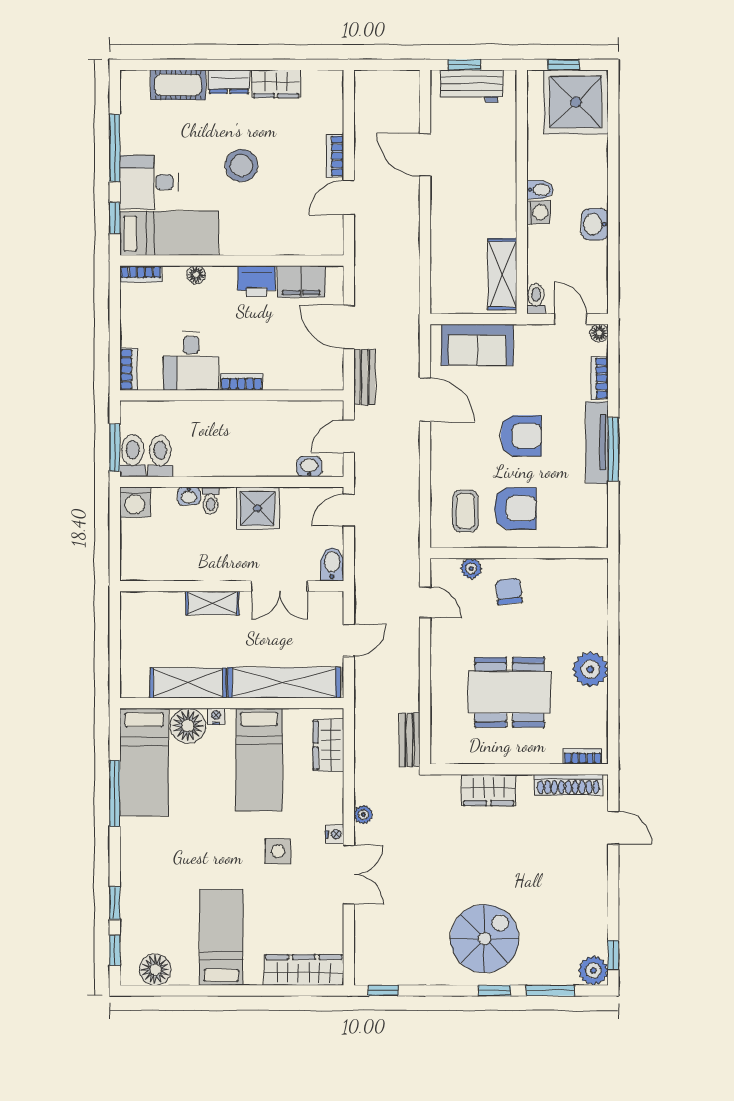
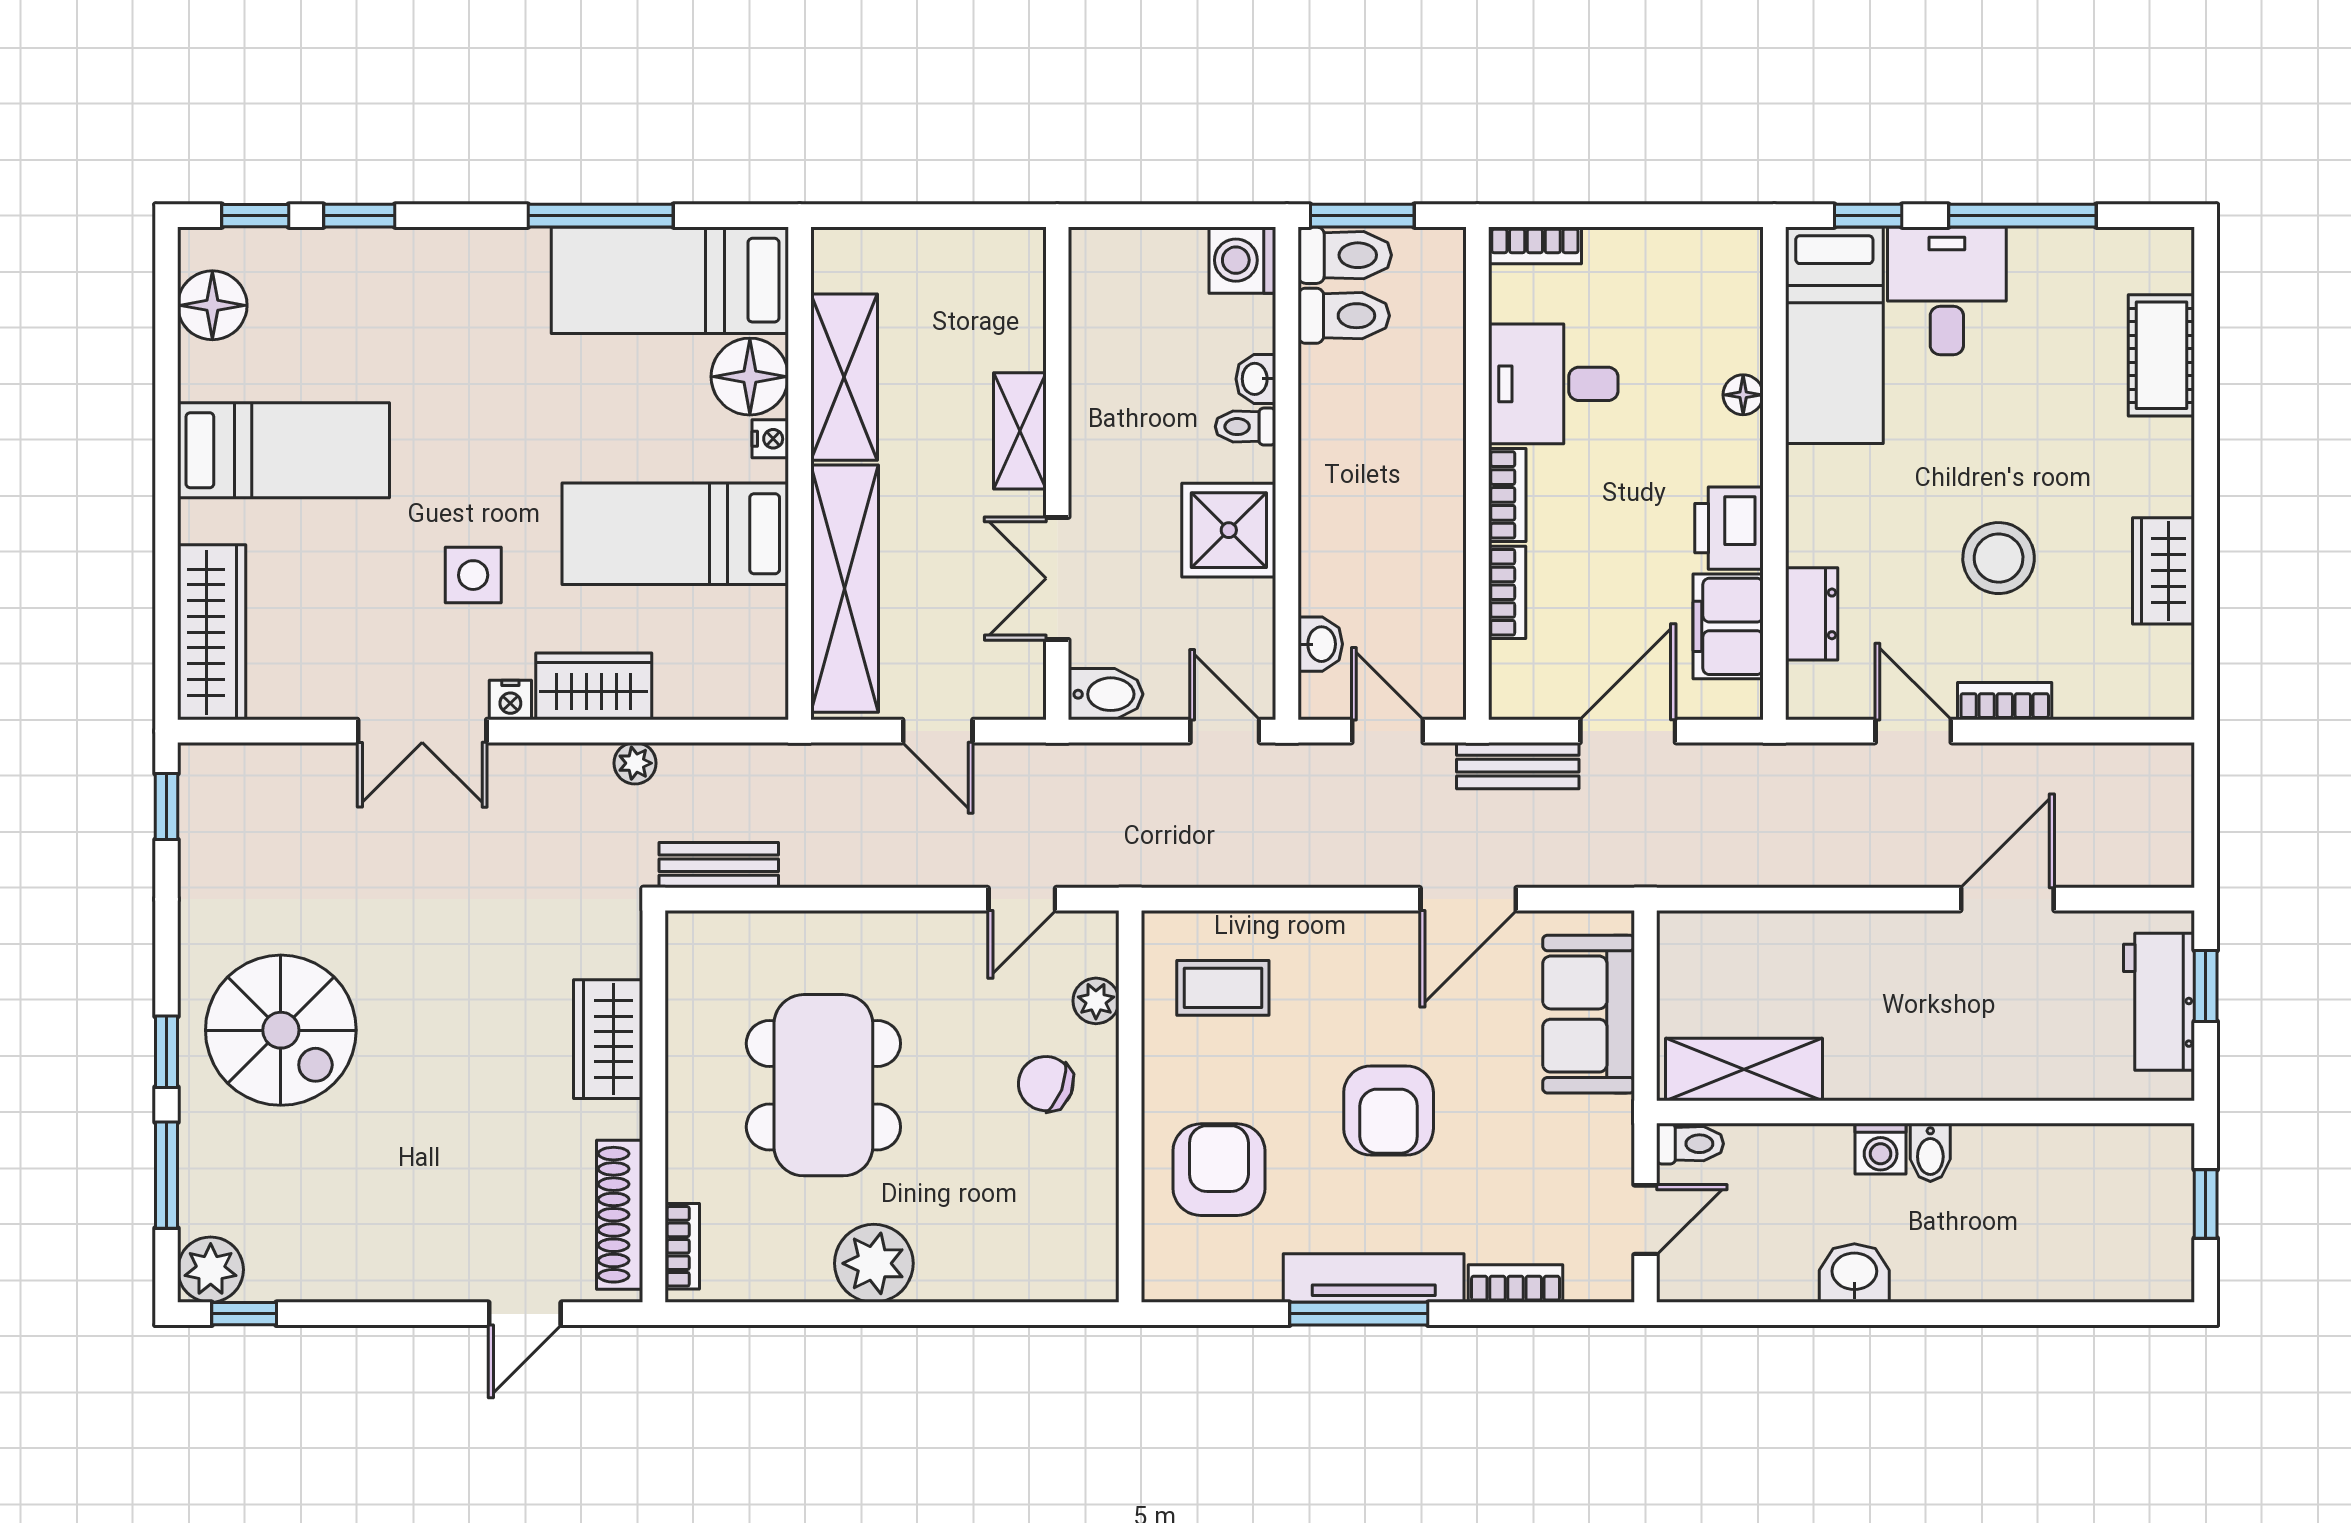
dresser: (229, 82) -> (1812, 614), moved, turned 180
shower: (576, 102) -> (2124, 1232), removed
stool: (241, 166) -> (1999, 558), moved
bookcase: (141, 274) -> (1507, 592), moved, turned 180
floor lamp: (599, 333) -> (1615, 1283), removed
armchair: (515, 508) -> (1219, 1170), moved, turned 180
chair: (509, 591) -> (1046, 1084), turned -153
wardrobe: (328, 745) -> (594, 686), moved
plant: (363, 815) -> (635, 763), moved

